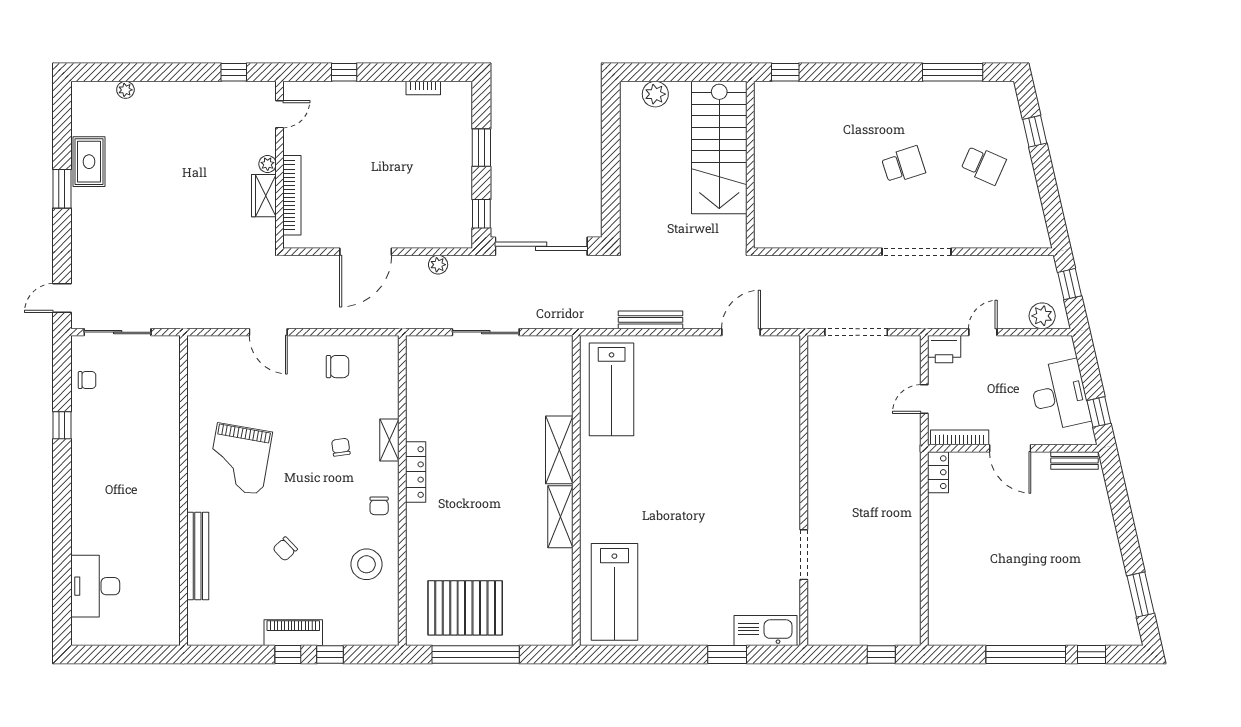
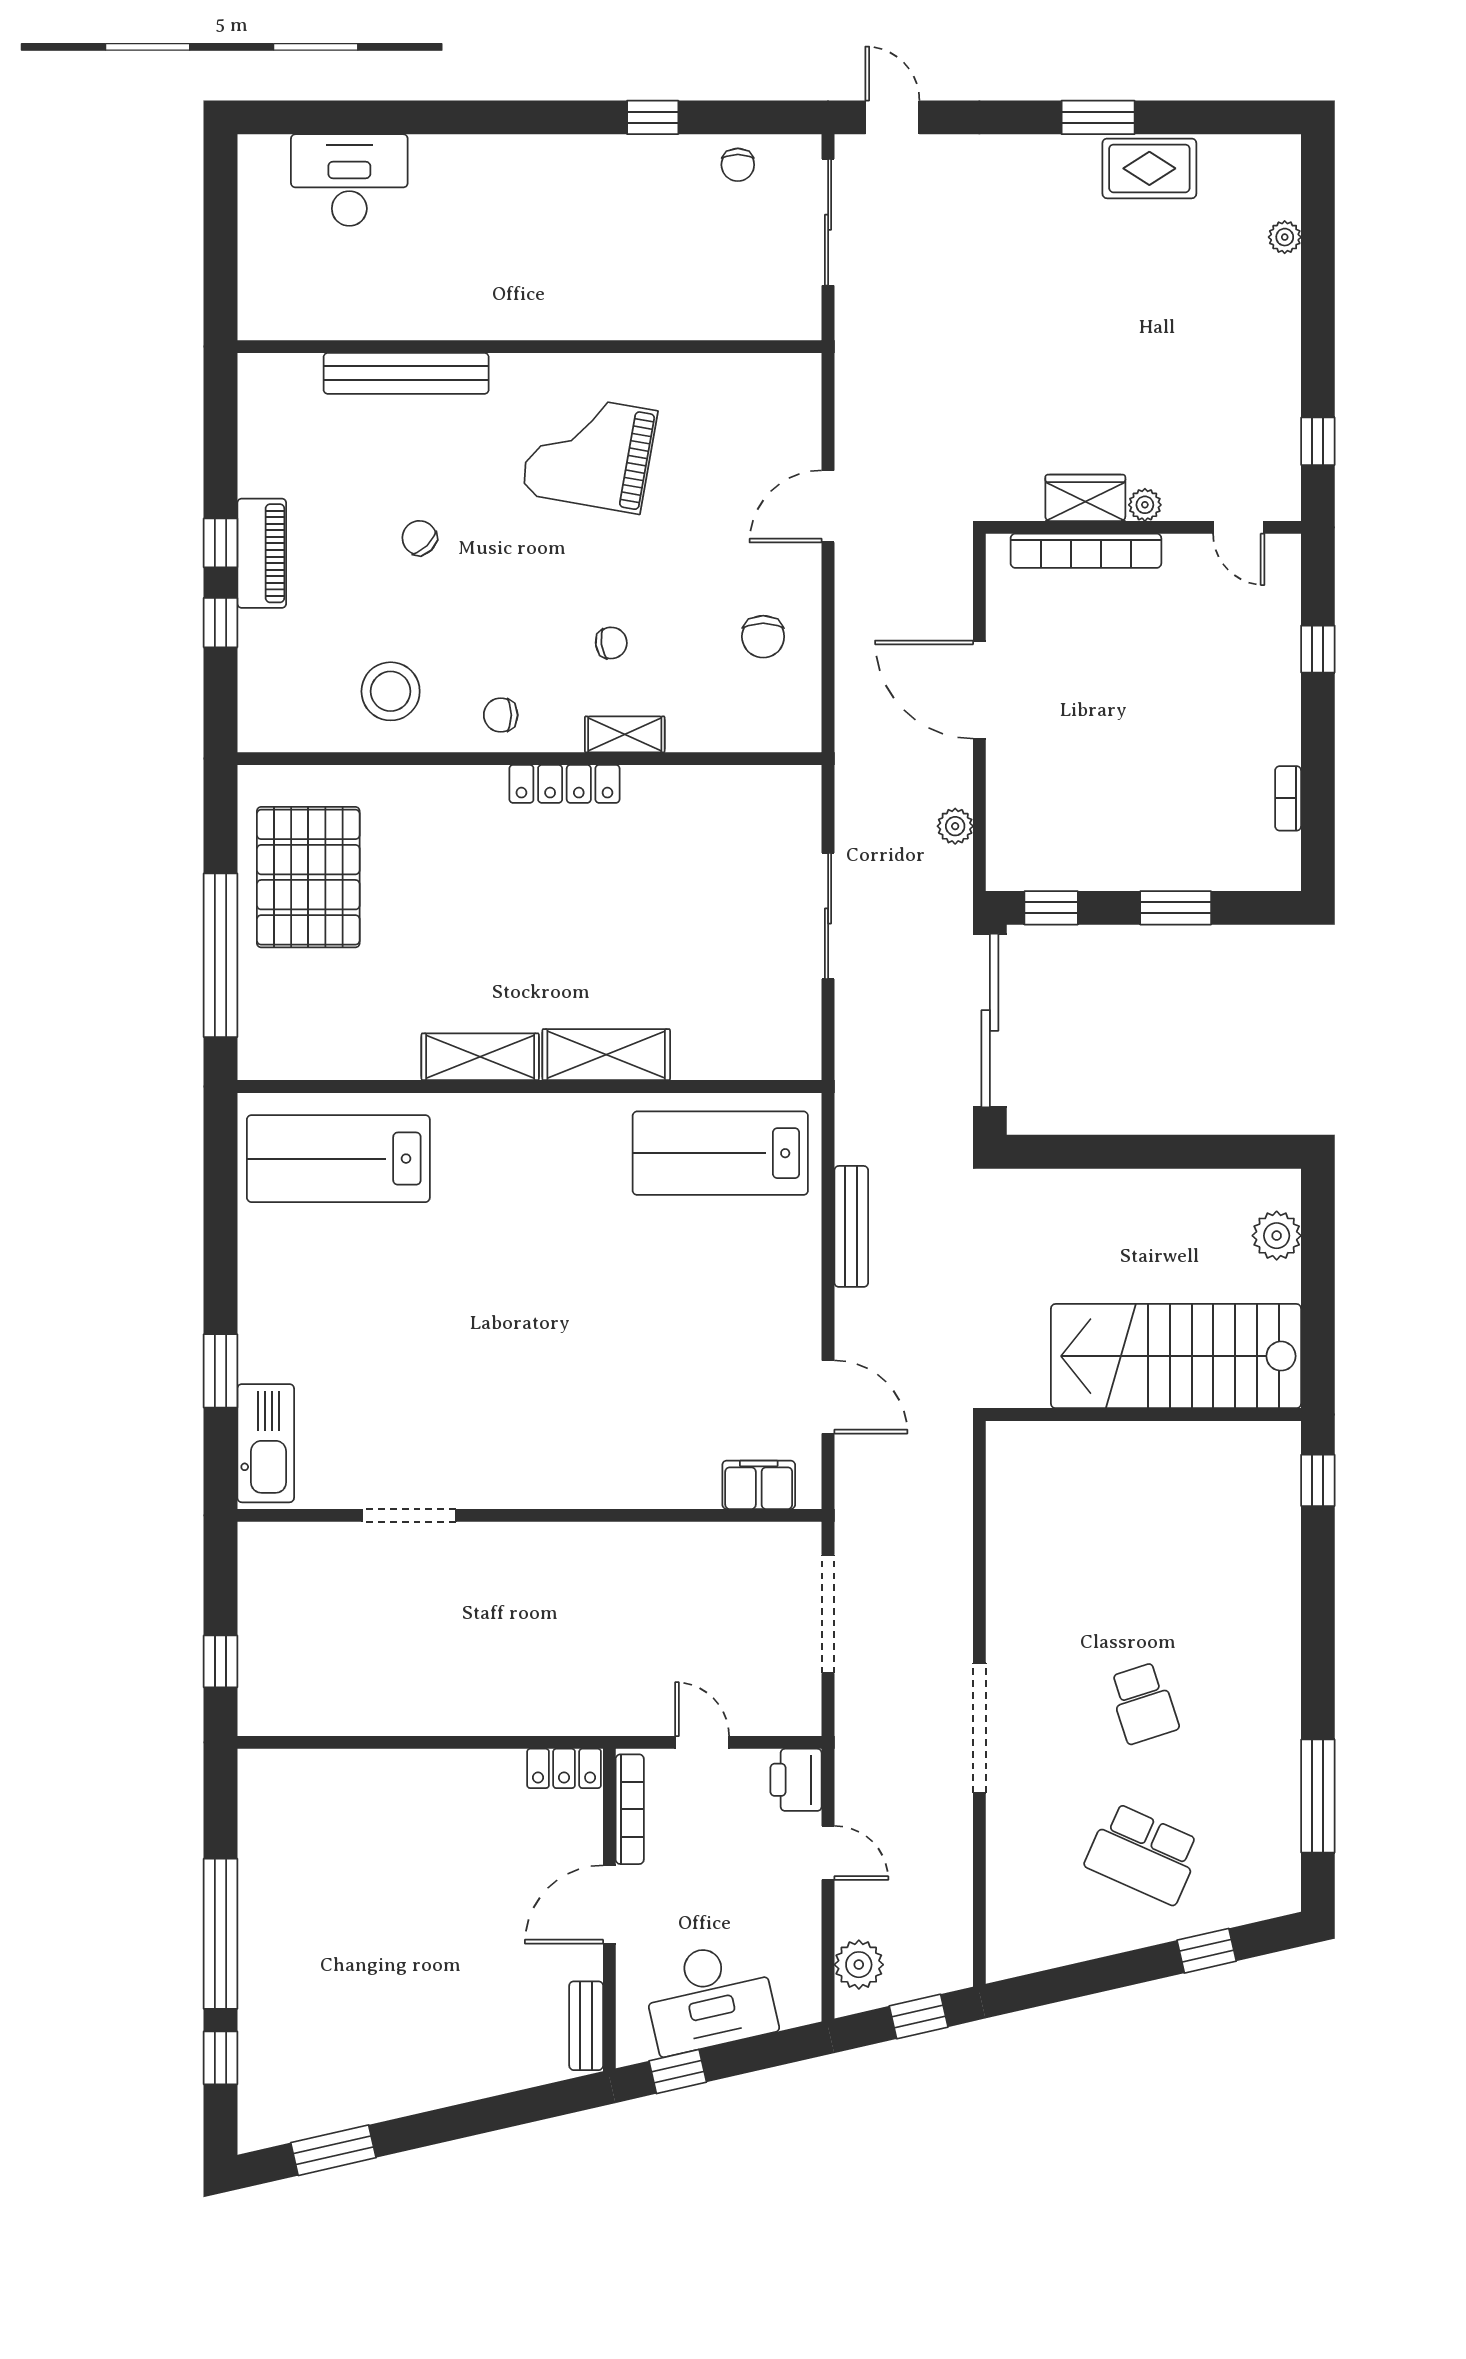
school desk: (983, 165) -> (1143, 1854), width x1.85
filing cabinet: (788, 369) -> (759, 1485), added
window: (476, 655) -> (220, 955), moved

